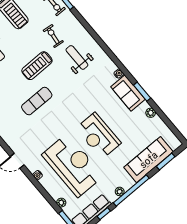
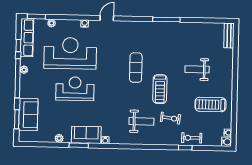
treadmill: (37, 66) -> (160, 89), turned 180
sofa: (149, 160) -> (28, 115), width x0.73
reception desk: (73, 165) -> (70, 53), turned 180

